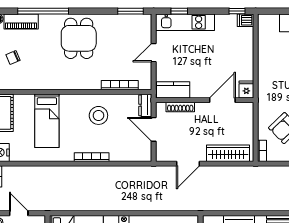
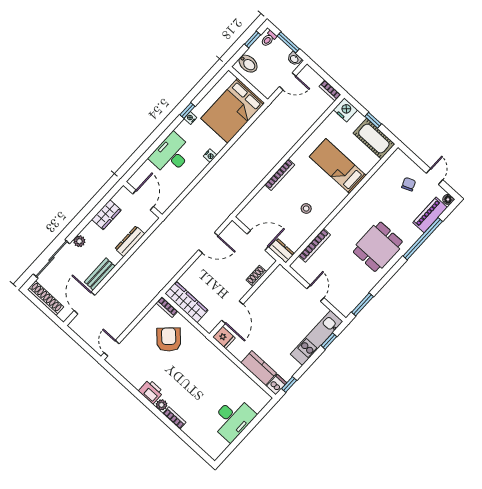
dining table: (79, 38) -> (378, 247), turned 90
kitchen counter: (173, 90) -> (259, 368), moved, turned -90
shoe rack: (180, 107) -> (256, 276), width x0.70
stool: (98, 115) -> (306, 208), width x0.53, depth x0.53
wardrobe: (228, 153) -> (186, 302), moved, turned -90
door: (188, 164) -> (208, 243), swing flipped

